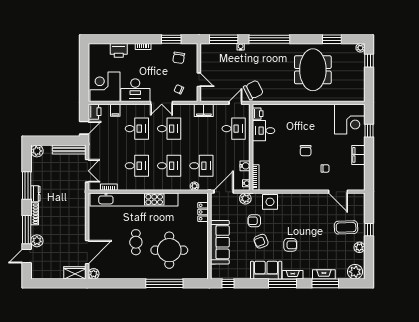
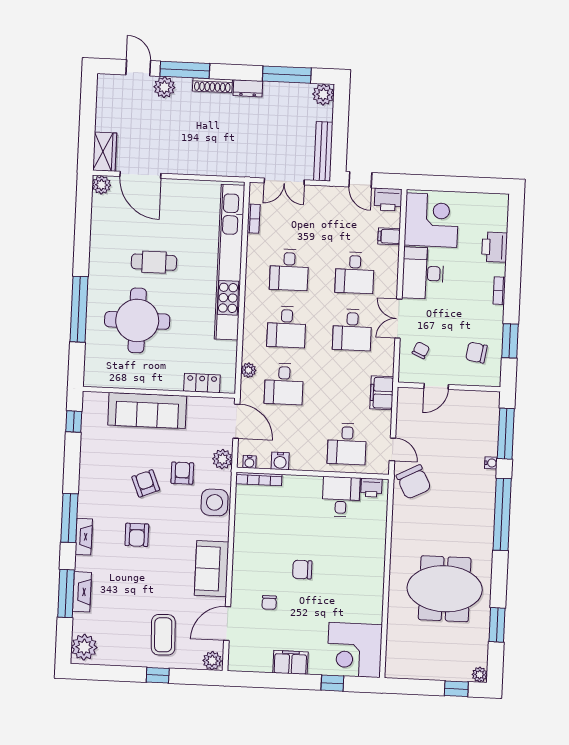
window: (27, 186) -> (287, 75), moved
plant: (359, 247) -> (212, 661), moved
sofa: (266, 270) -> (212, 569), moved, turned 180

